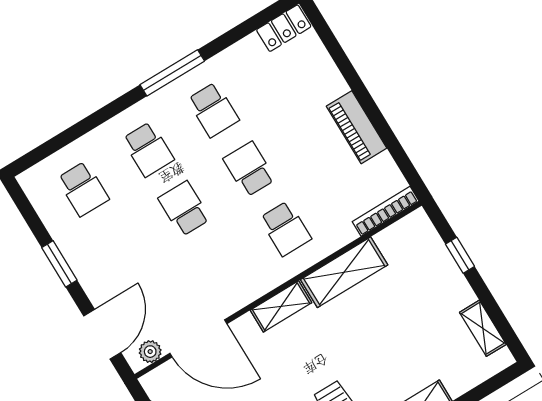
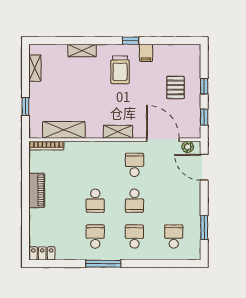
school desk: (285, 229) -> (134, 165), moved
window: (59, 264) -> (204, 228), moved
shelving: (344, 272) -> (64, 130), moved
door: (102, 334) -> (204, 167), hinge flipped

